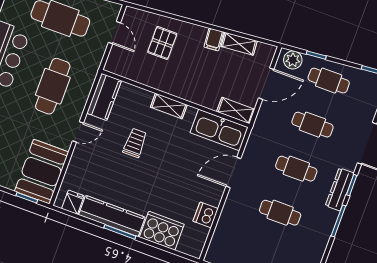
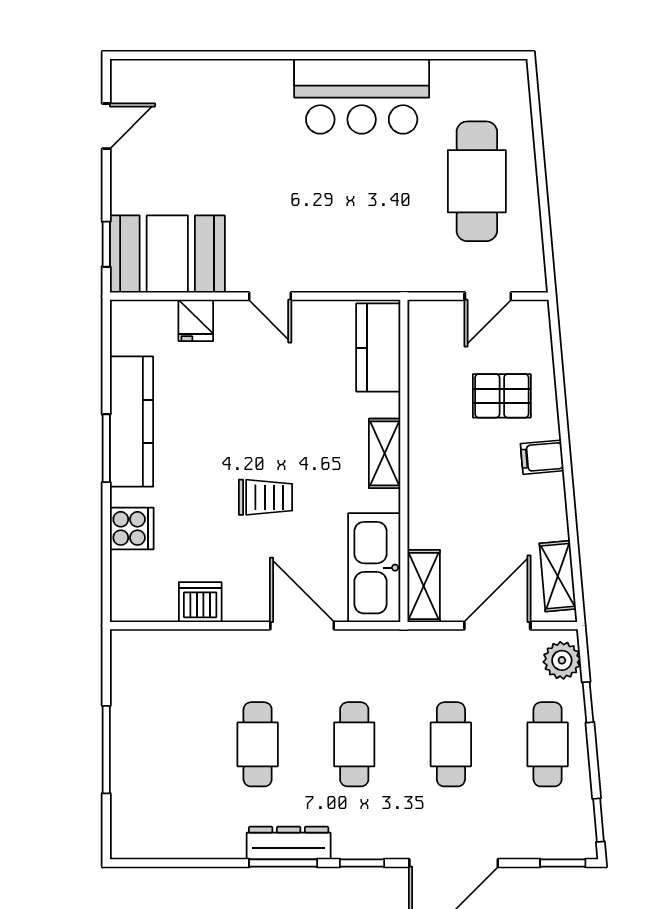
filing cabinet: (214, 39) -> (542, 457), moved
shelving: (239, 44) -> (558, 576), moved
door: (266, 84) -> (497, 626), swing flipped
cafe table: (53, 86) -> (340, 215), removed
kitchen counter: (104, 97) -> (378, 348), moved, turned 90
trolley: (135, 143) -> (265, 497), moved
dresser: (340, 189) -> (289, 843), moved
fridge: (73, 202) -> (196, 320), moved, turned 90
cooker: (162, 231) -> (132, 528), width x0.53, depth x0.76

